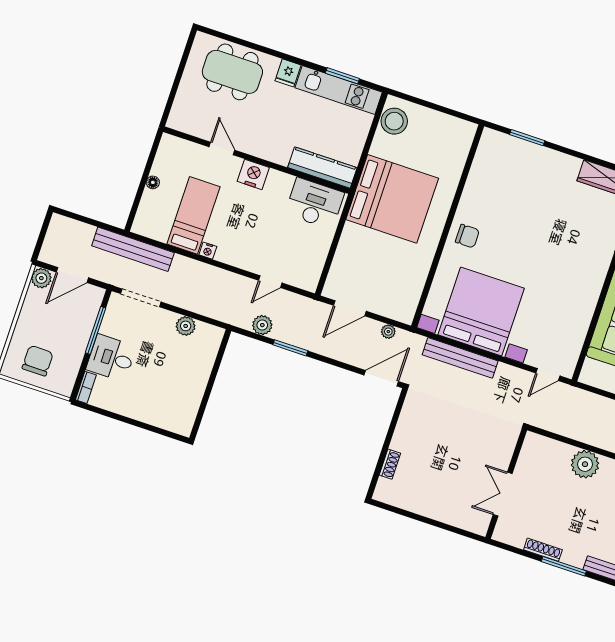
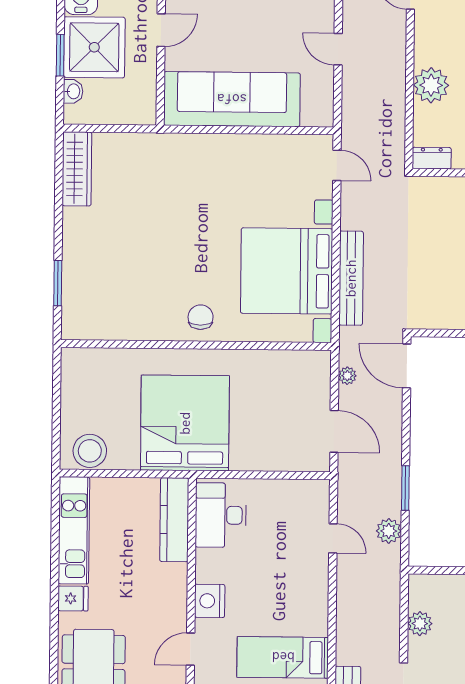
window: (342, 76) -> (55, 531), removed
nightstand: (208, 251) -> (320, 626), removed
dresser: (530, 447) -> (432, 158), added

